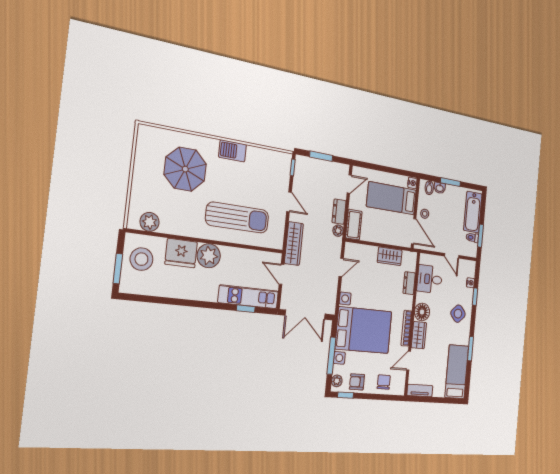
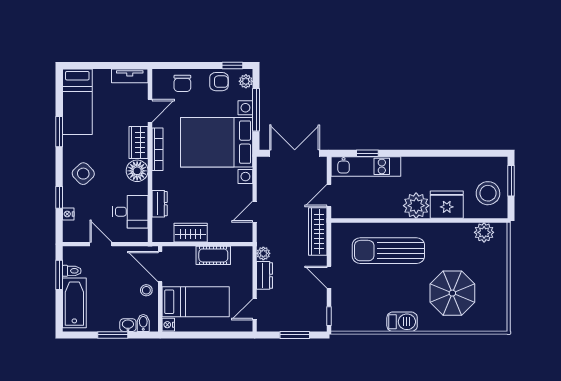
cot: (354, 225) -> (213, 255), moved, turned 90
door: (282, 274) -> (329, 195), swing flipped

